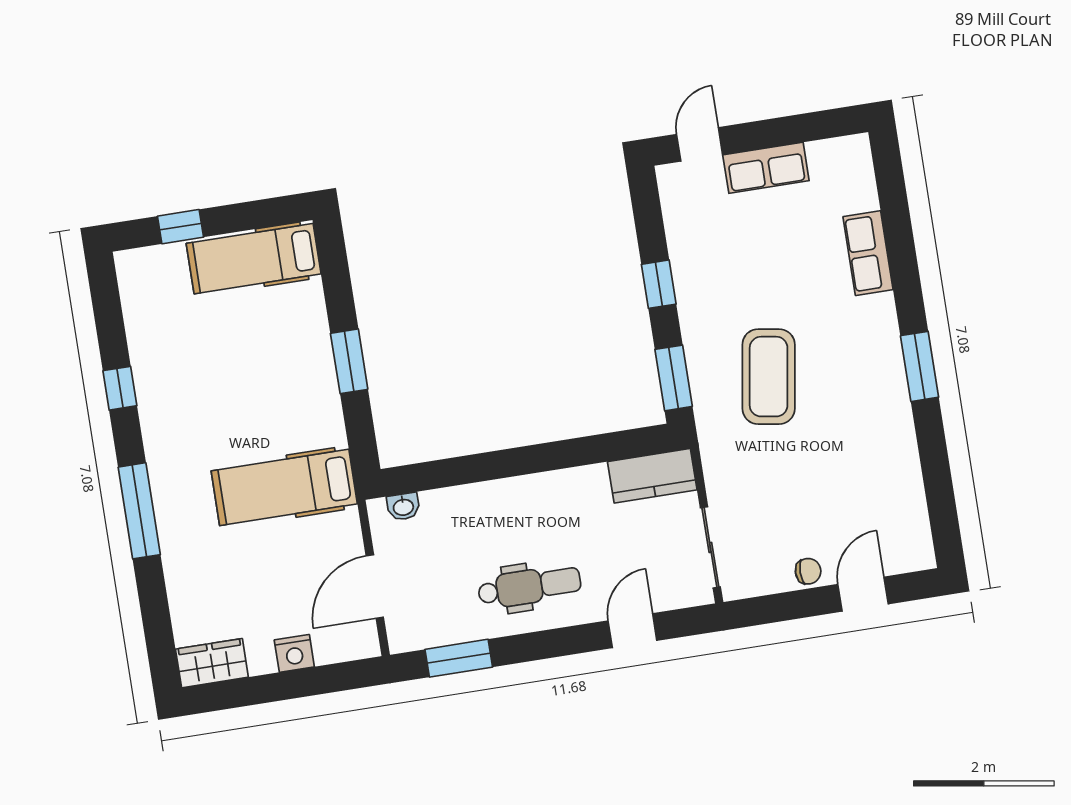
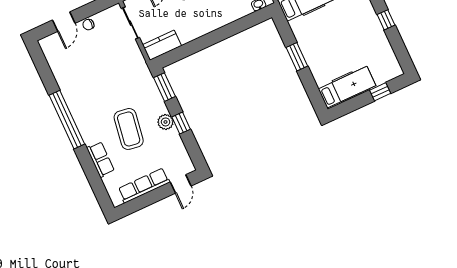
row of seats: (766, 168) -> (144, 185), width x1.48
plant: (694, 297) -> (166, 122), added
window: (920, 366) -> (67, 120), width x2.11
coffee table: (769, 377) -> (129, 129), moved

